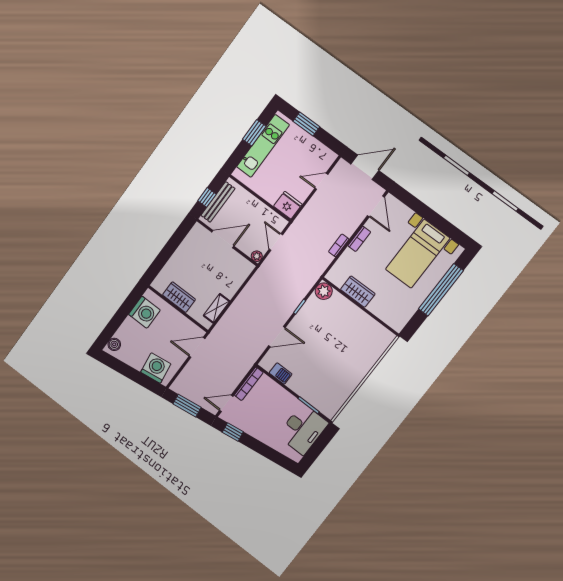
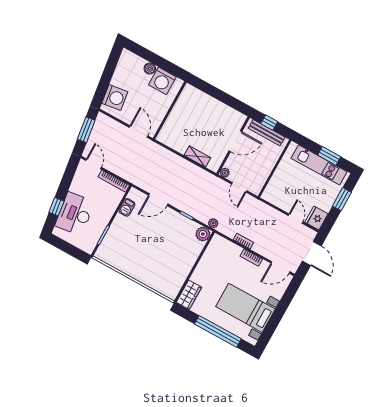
fridge: (288, 205) -> (316, 218), moved, turned 180
door: (223, 239) -> (235, 141), hinge flipped
door: (276, 242) -> (239, 187), swing flipped
plant: (313, 278) -> (213, 223), added
wardrobe: (358, 292) -> (189, 295), moved
wardrobe: (179, 297) -> (180, 110), removed
shelving: (216, 308) -> (197, 156), moved
door: (277, 337) -> (158, 200), hinge flipped
boiler: (114, 344) -> (150, 69), moved
desk: (303, 429) -> (75, 214), moved, turned 82
window: (233, 432) -> (56, 207), moved

